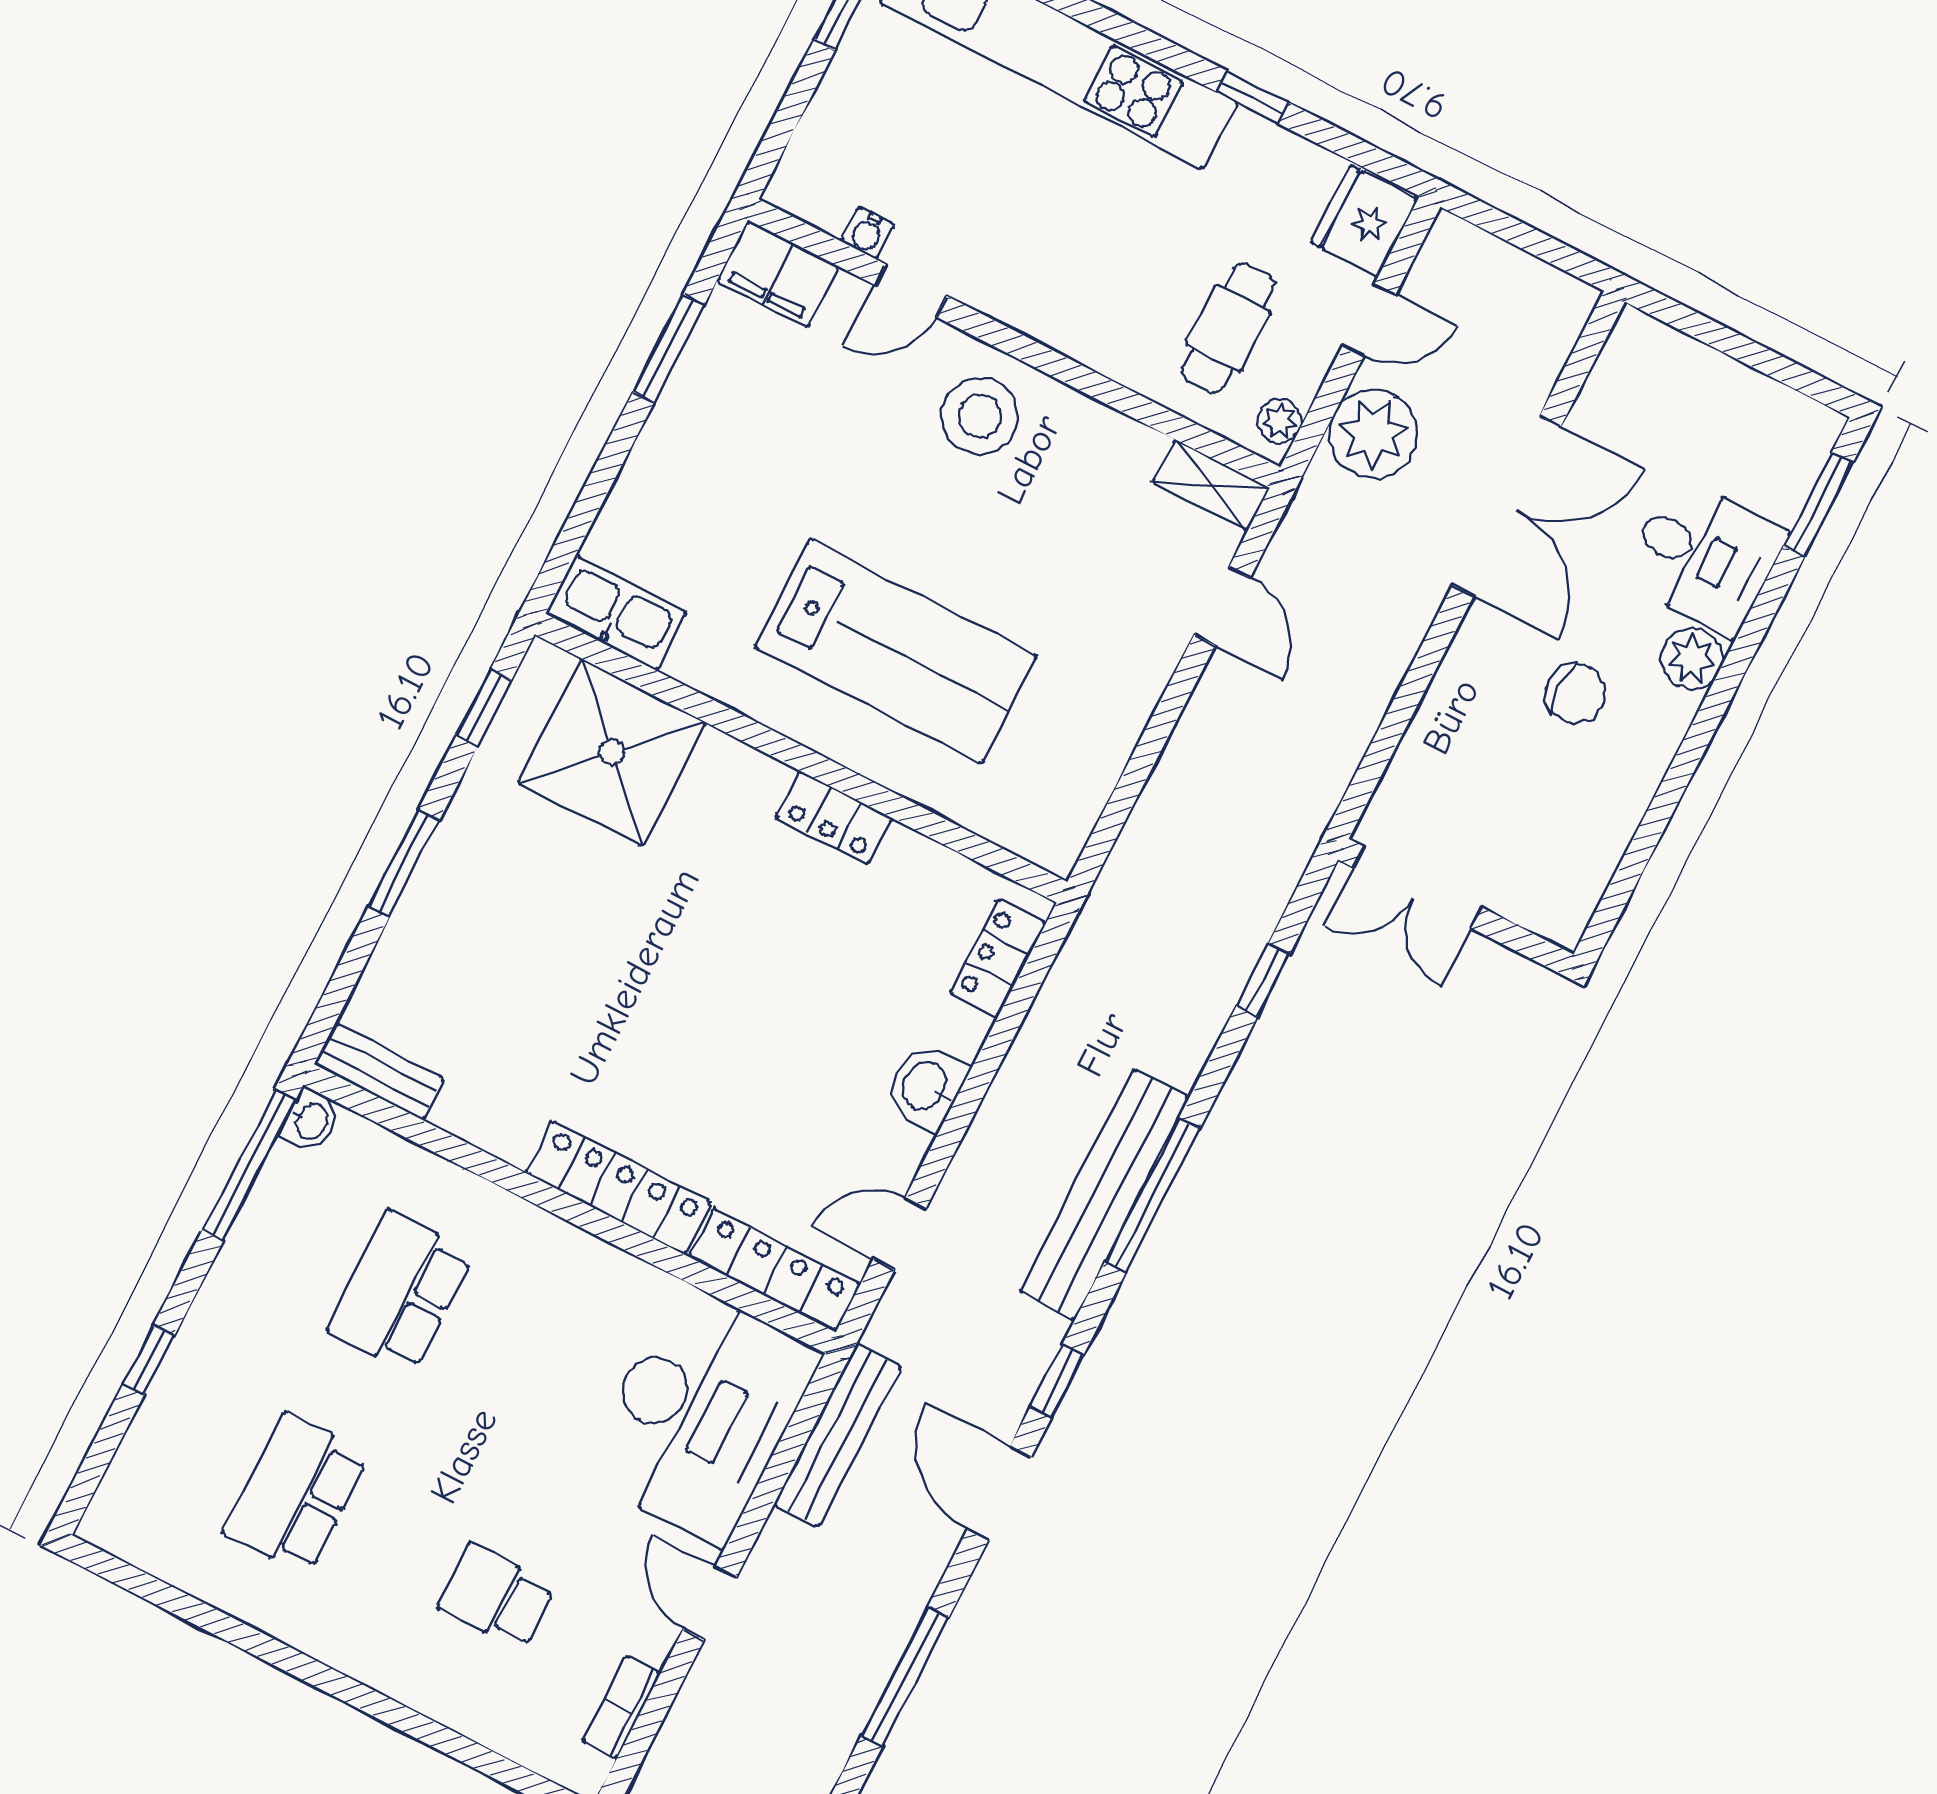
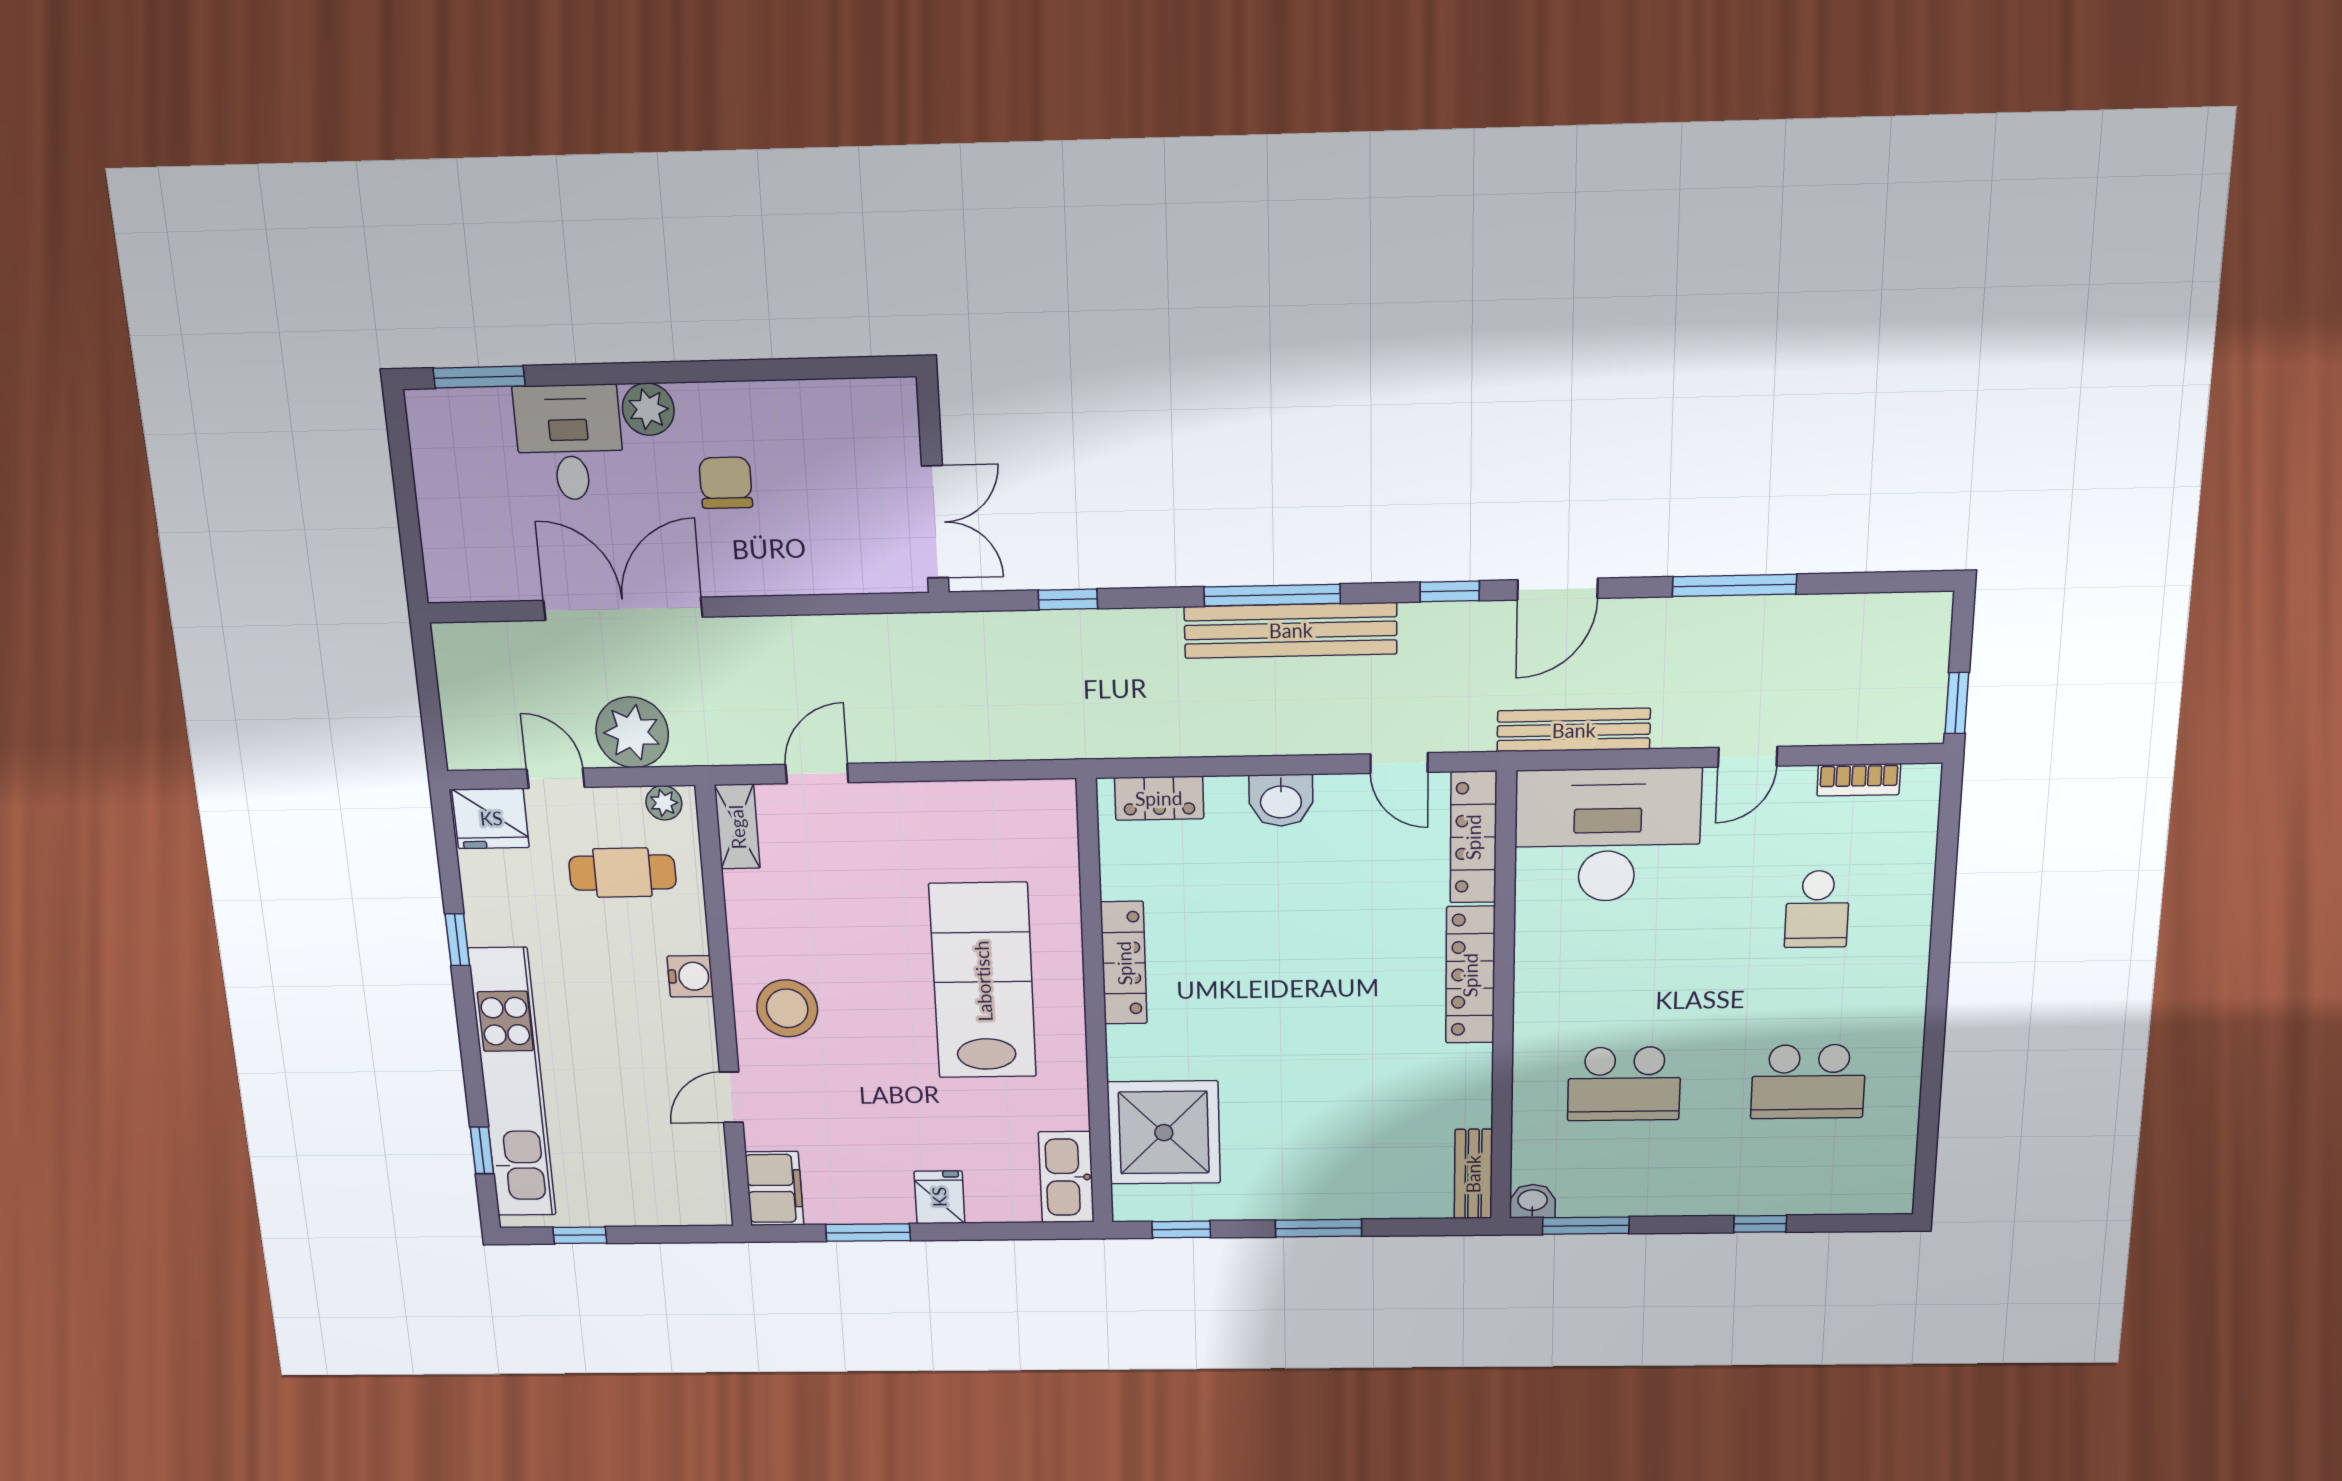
water cooler: (867, 233) -> (690, 976), moved, width x1.38, depth x1.38
door: (911, 290) -> (731, 1097), swing flipped
fridge: (668, 455) -> (939, 1197), added
locker: (834, 818) -> (1124, 963), width x1.53
window: (249, 1165) -> (1586, 1226), width x0.69

